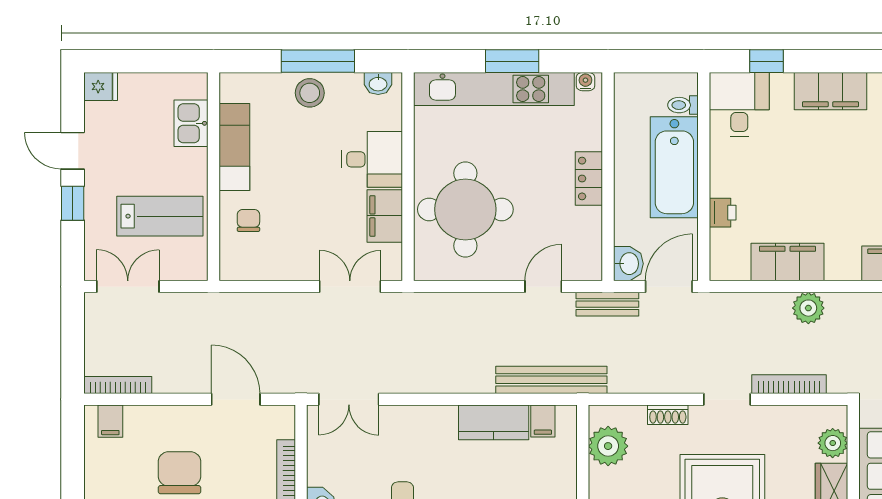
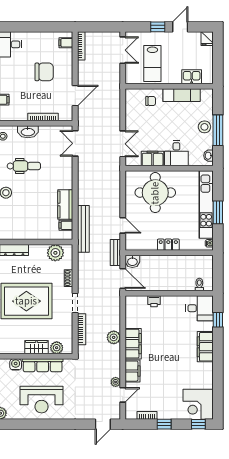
bathtub: (674, 167) -> (173, 281), removed
filing cabinet: (787, 262) -> (133, 344), moved

